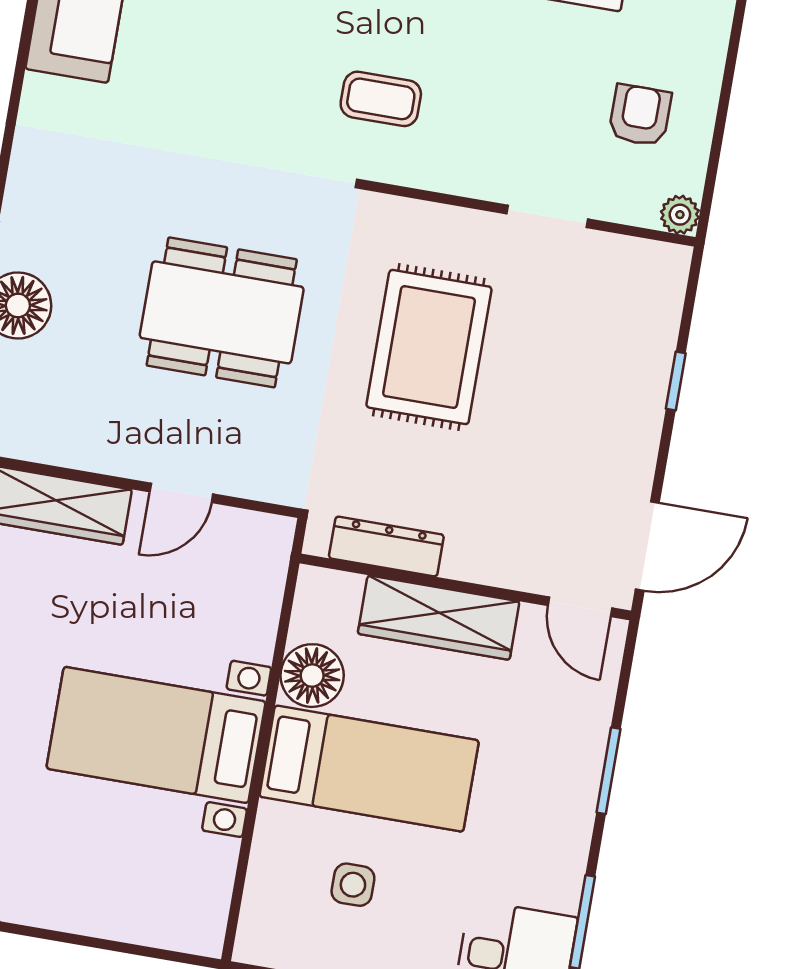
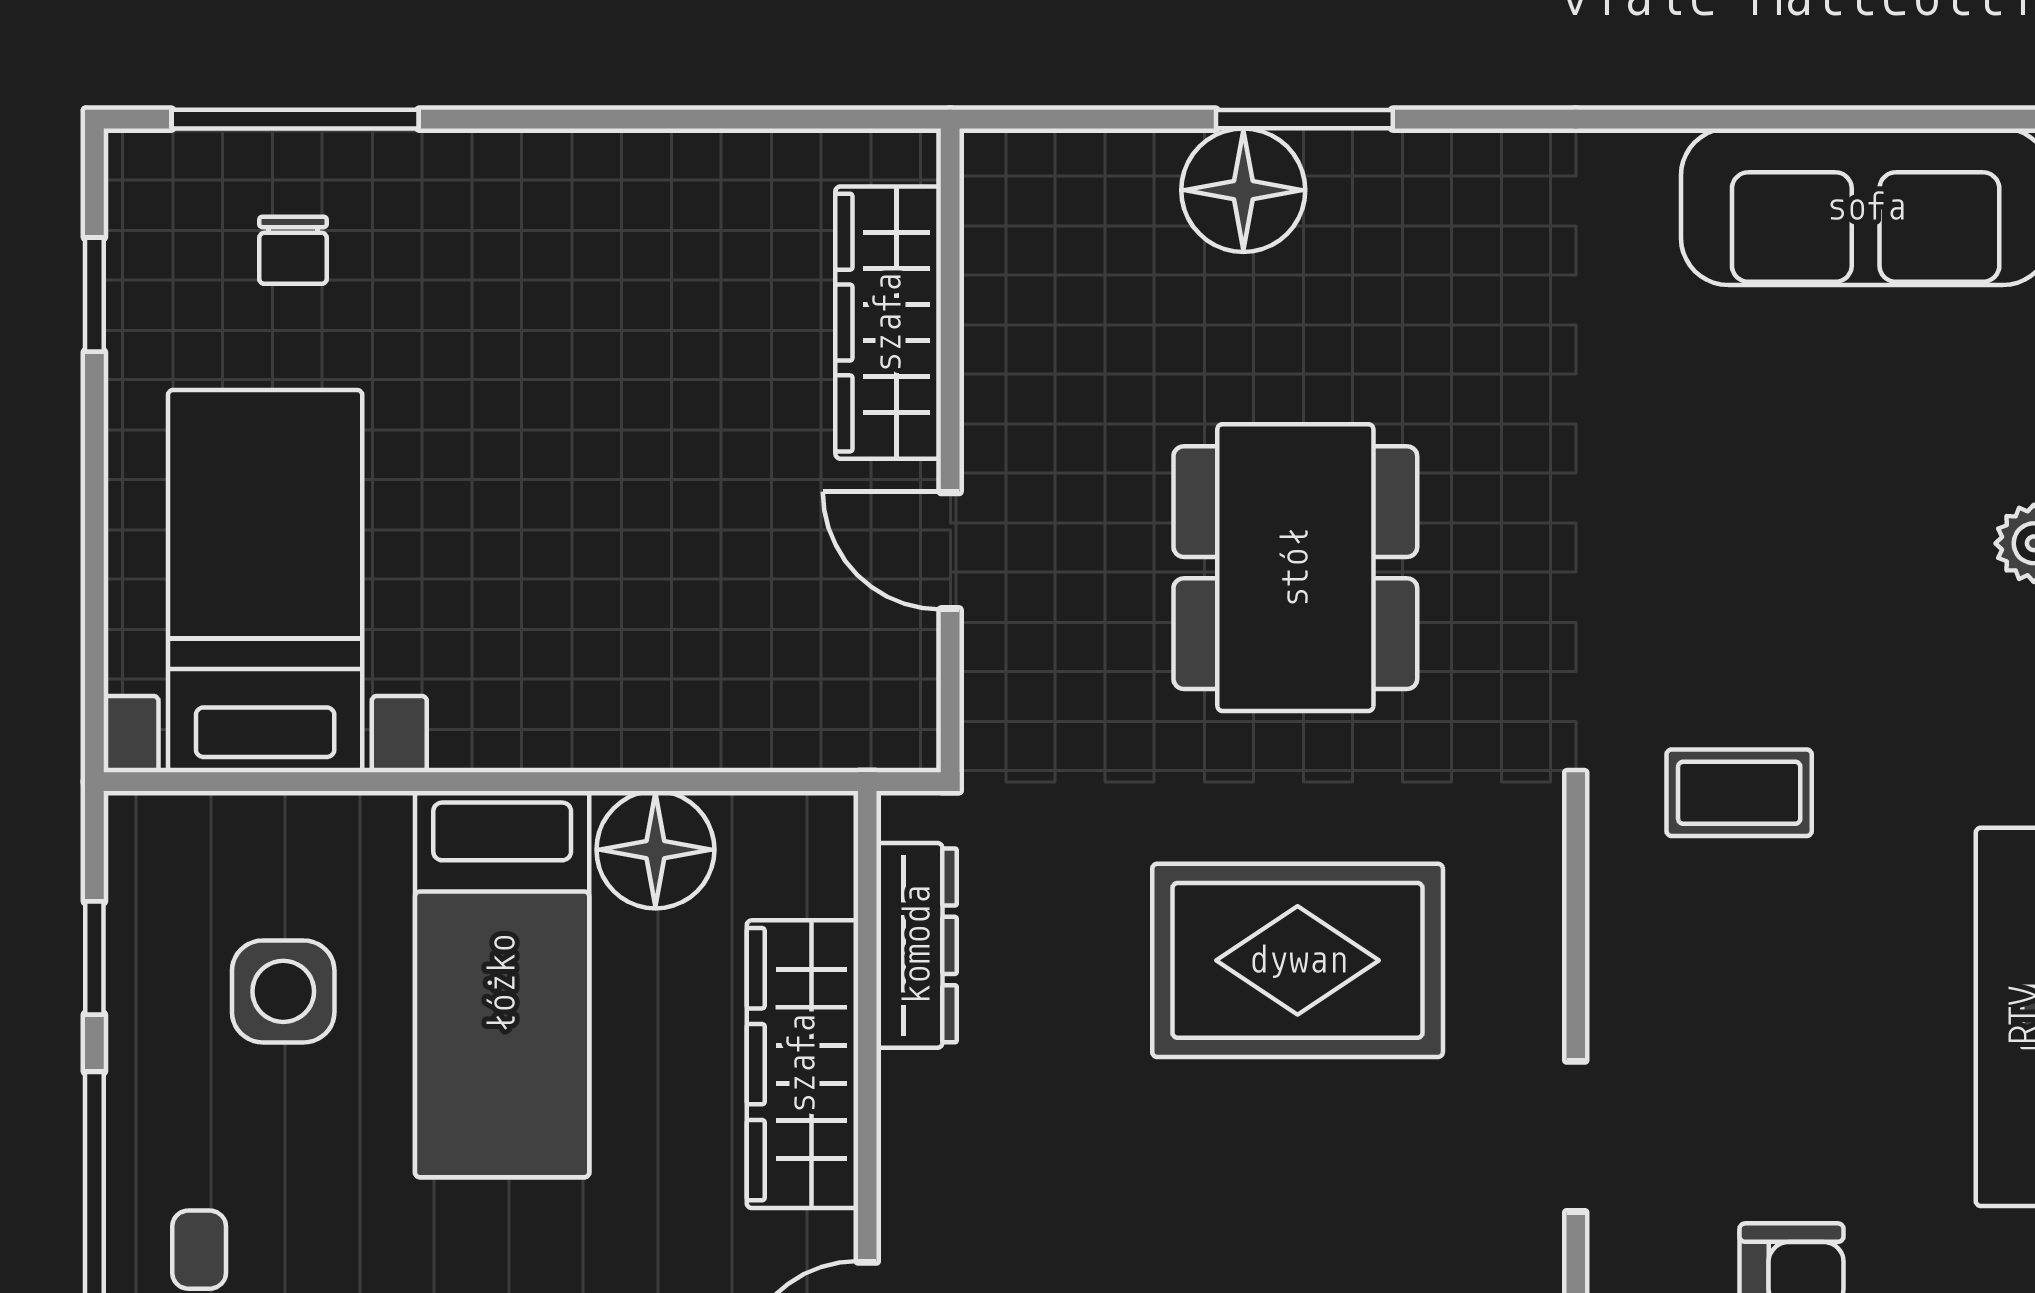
coffee table: (381, 99) -> (1739, 793), turned 90
bed with nightstands: (156, 735) -> (265, 581), moved
side table: (353, 885) -> (283, 991), width x1.37, depth x1.37

